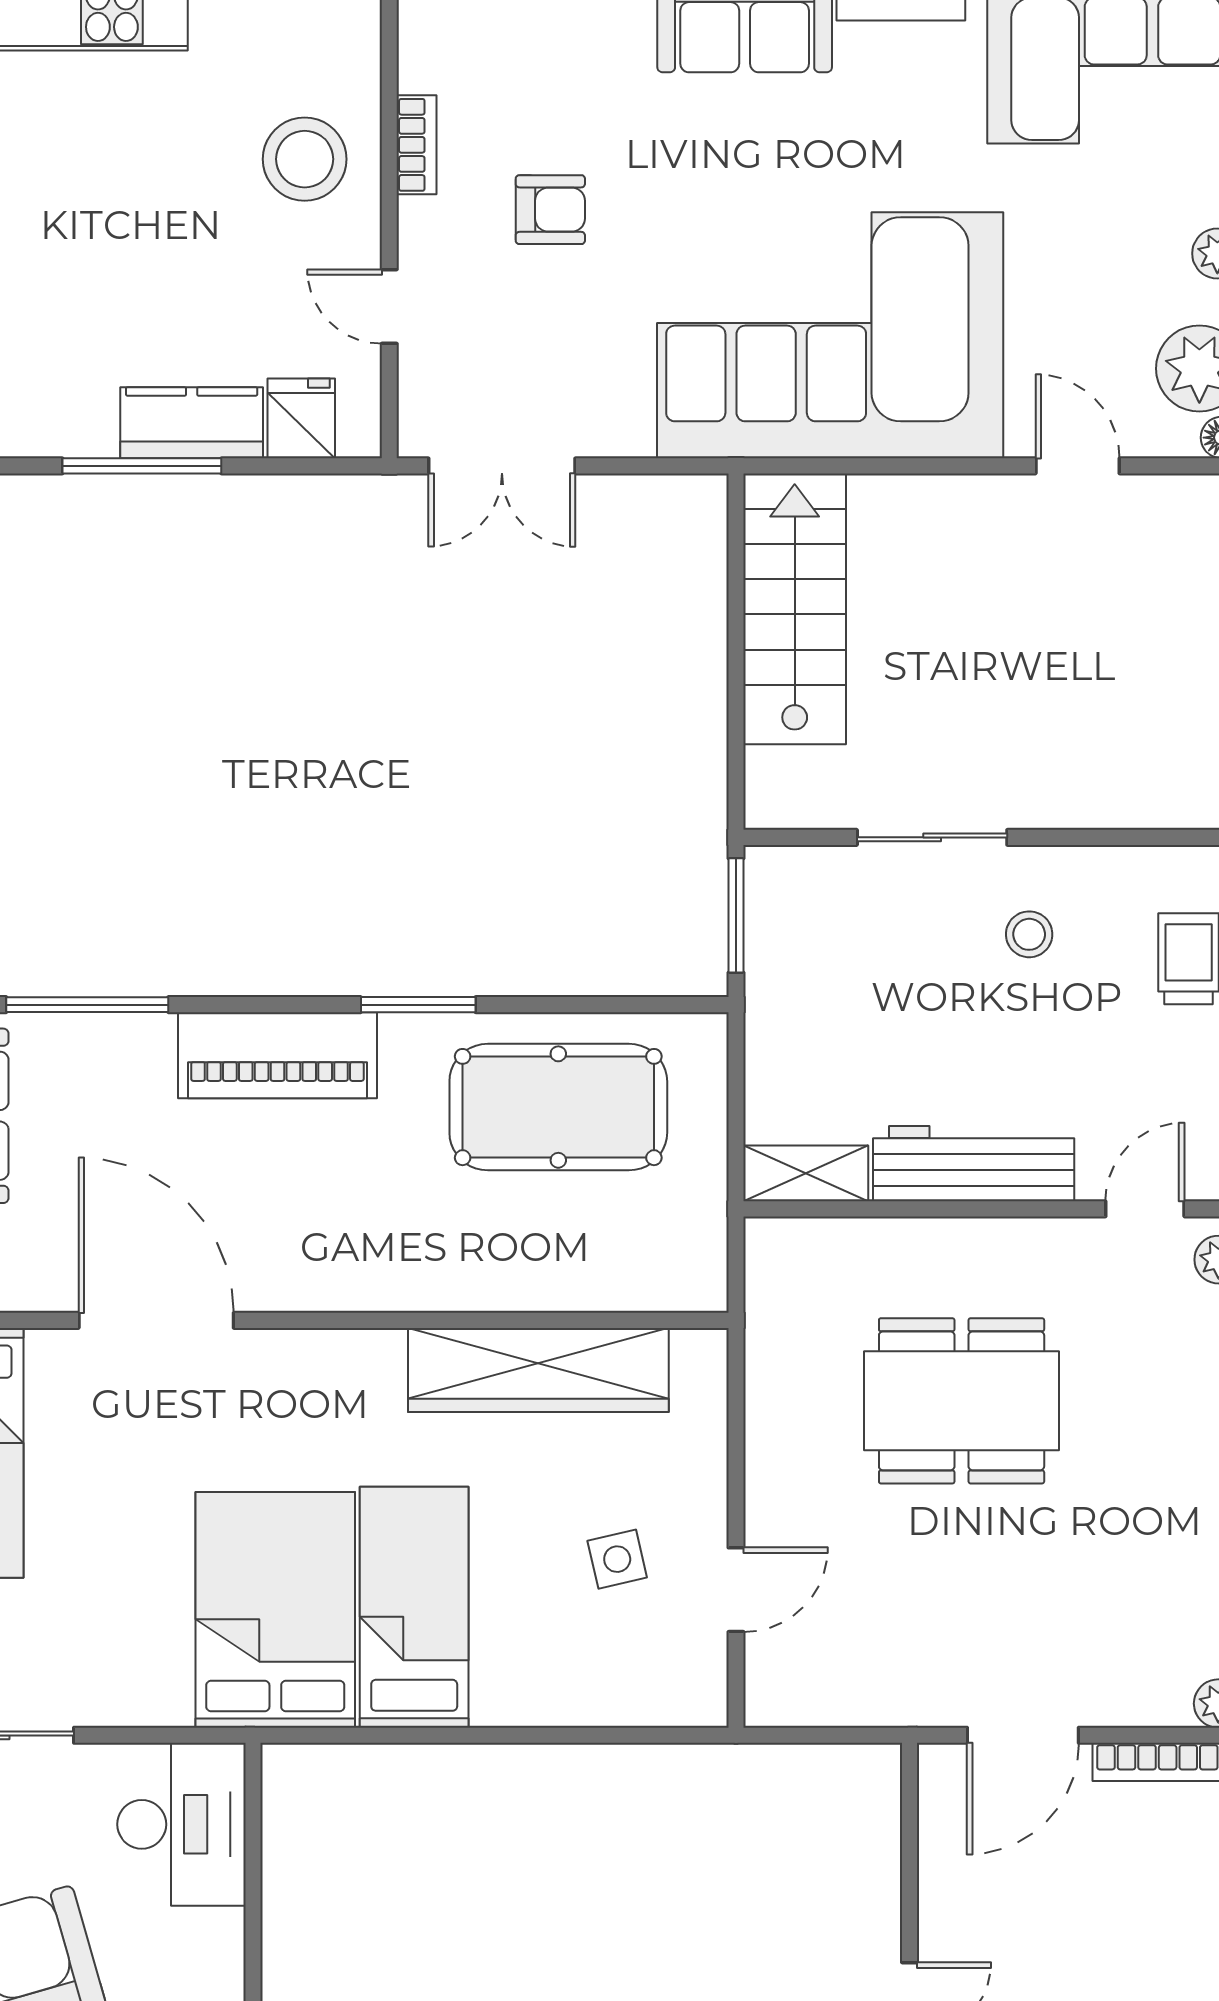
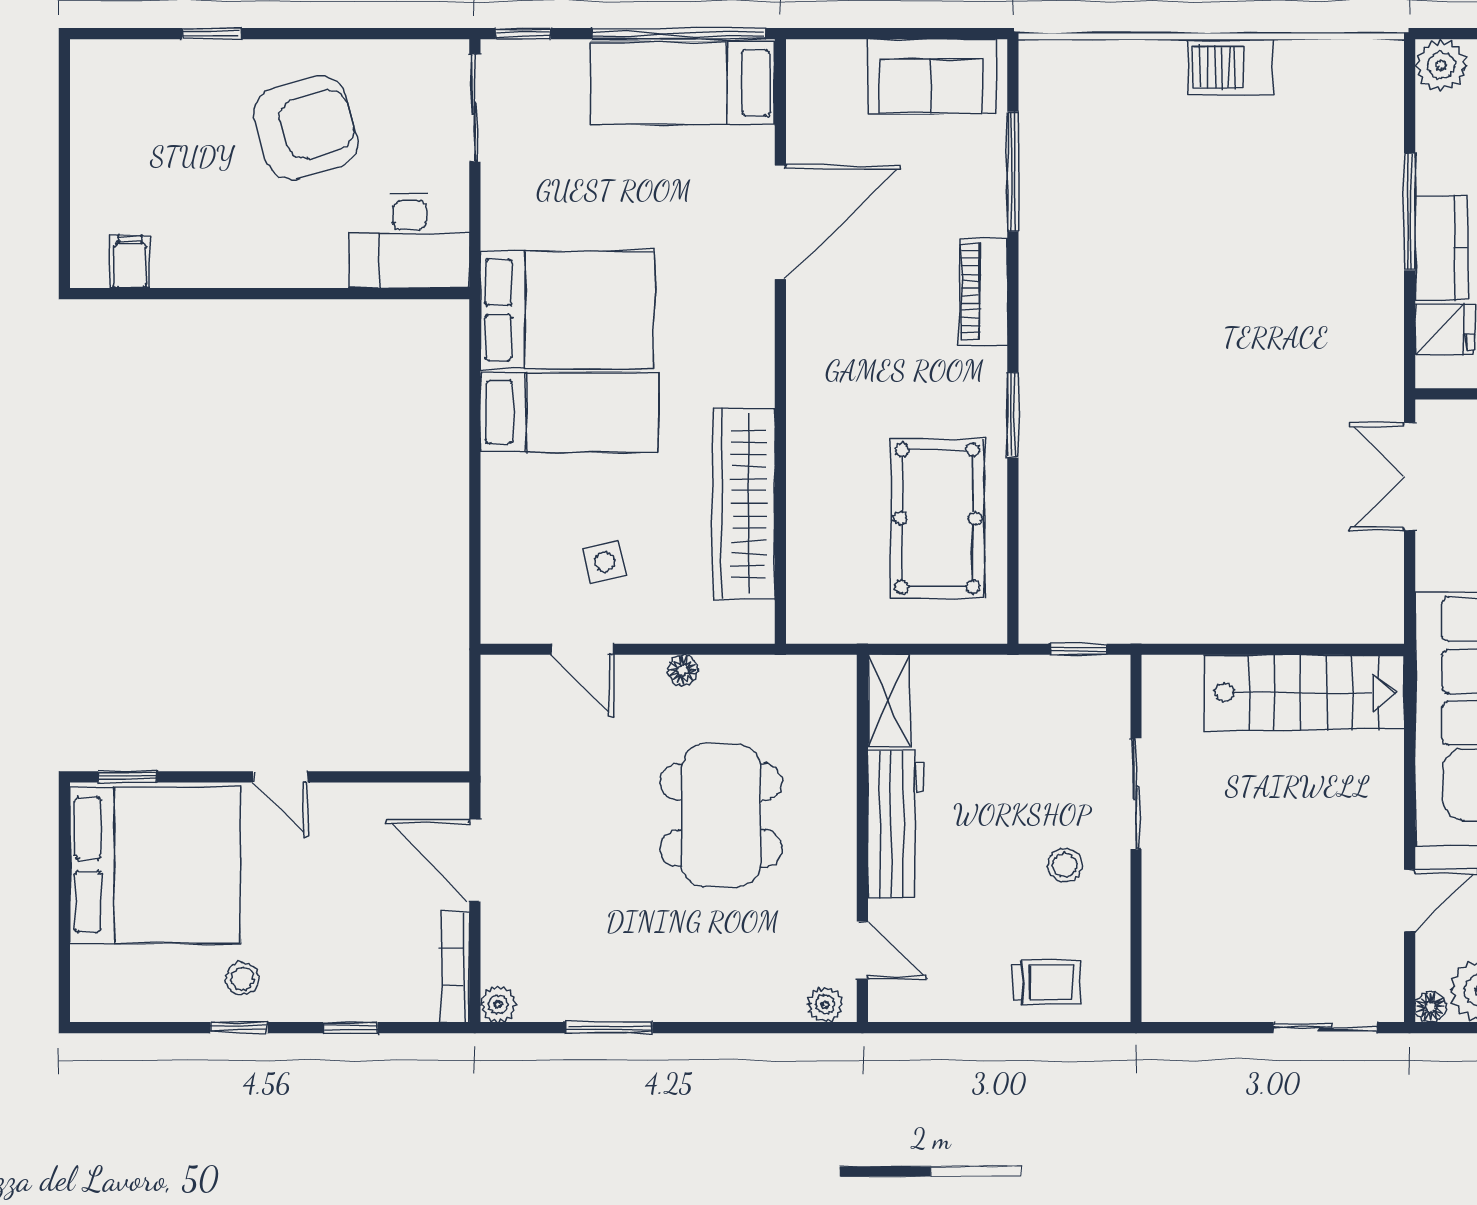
window: (736, 915) -> (1078, 649), width x0.67
piano: (277, 1055) -> (983, 292), width x0.73, depth x0.75
floor lamp: (764, 1453) -> (683, 670), added

